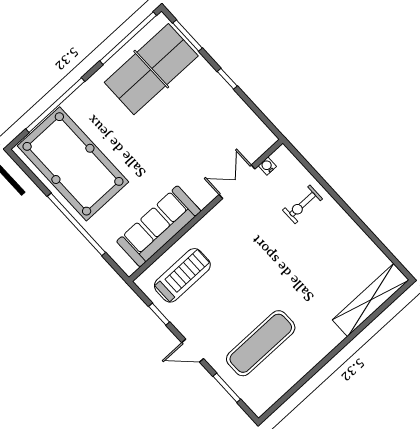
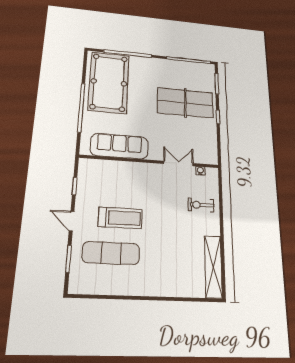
table tennis table: (151, 69) -> (185, 103), moved
treadmill: (182, 275) -> (120, 218), moved
shelving: (371, 300) -> (213, 266), moved, turned 90

